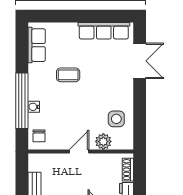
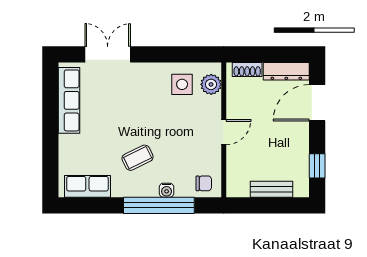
coffee table: (68, 75) -> (138, 158), moved, turned 64
plant: (103, 141) -> (211, 84), moved
door: (79, 151) -> (224, 132), swing flipped

